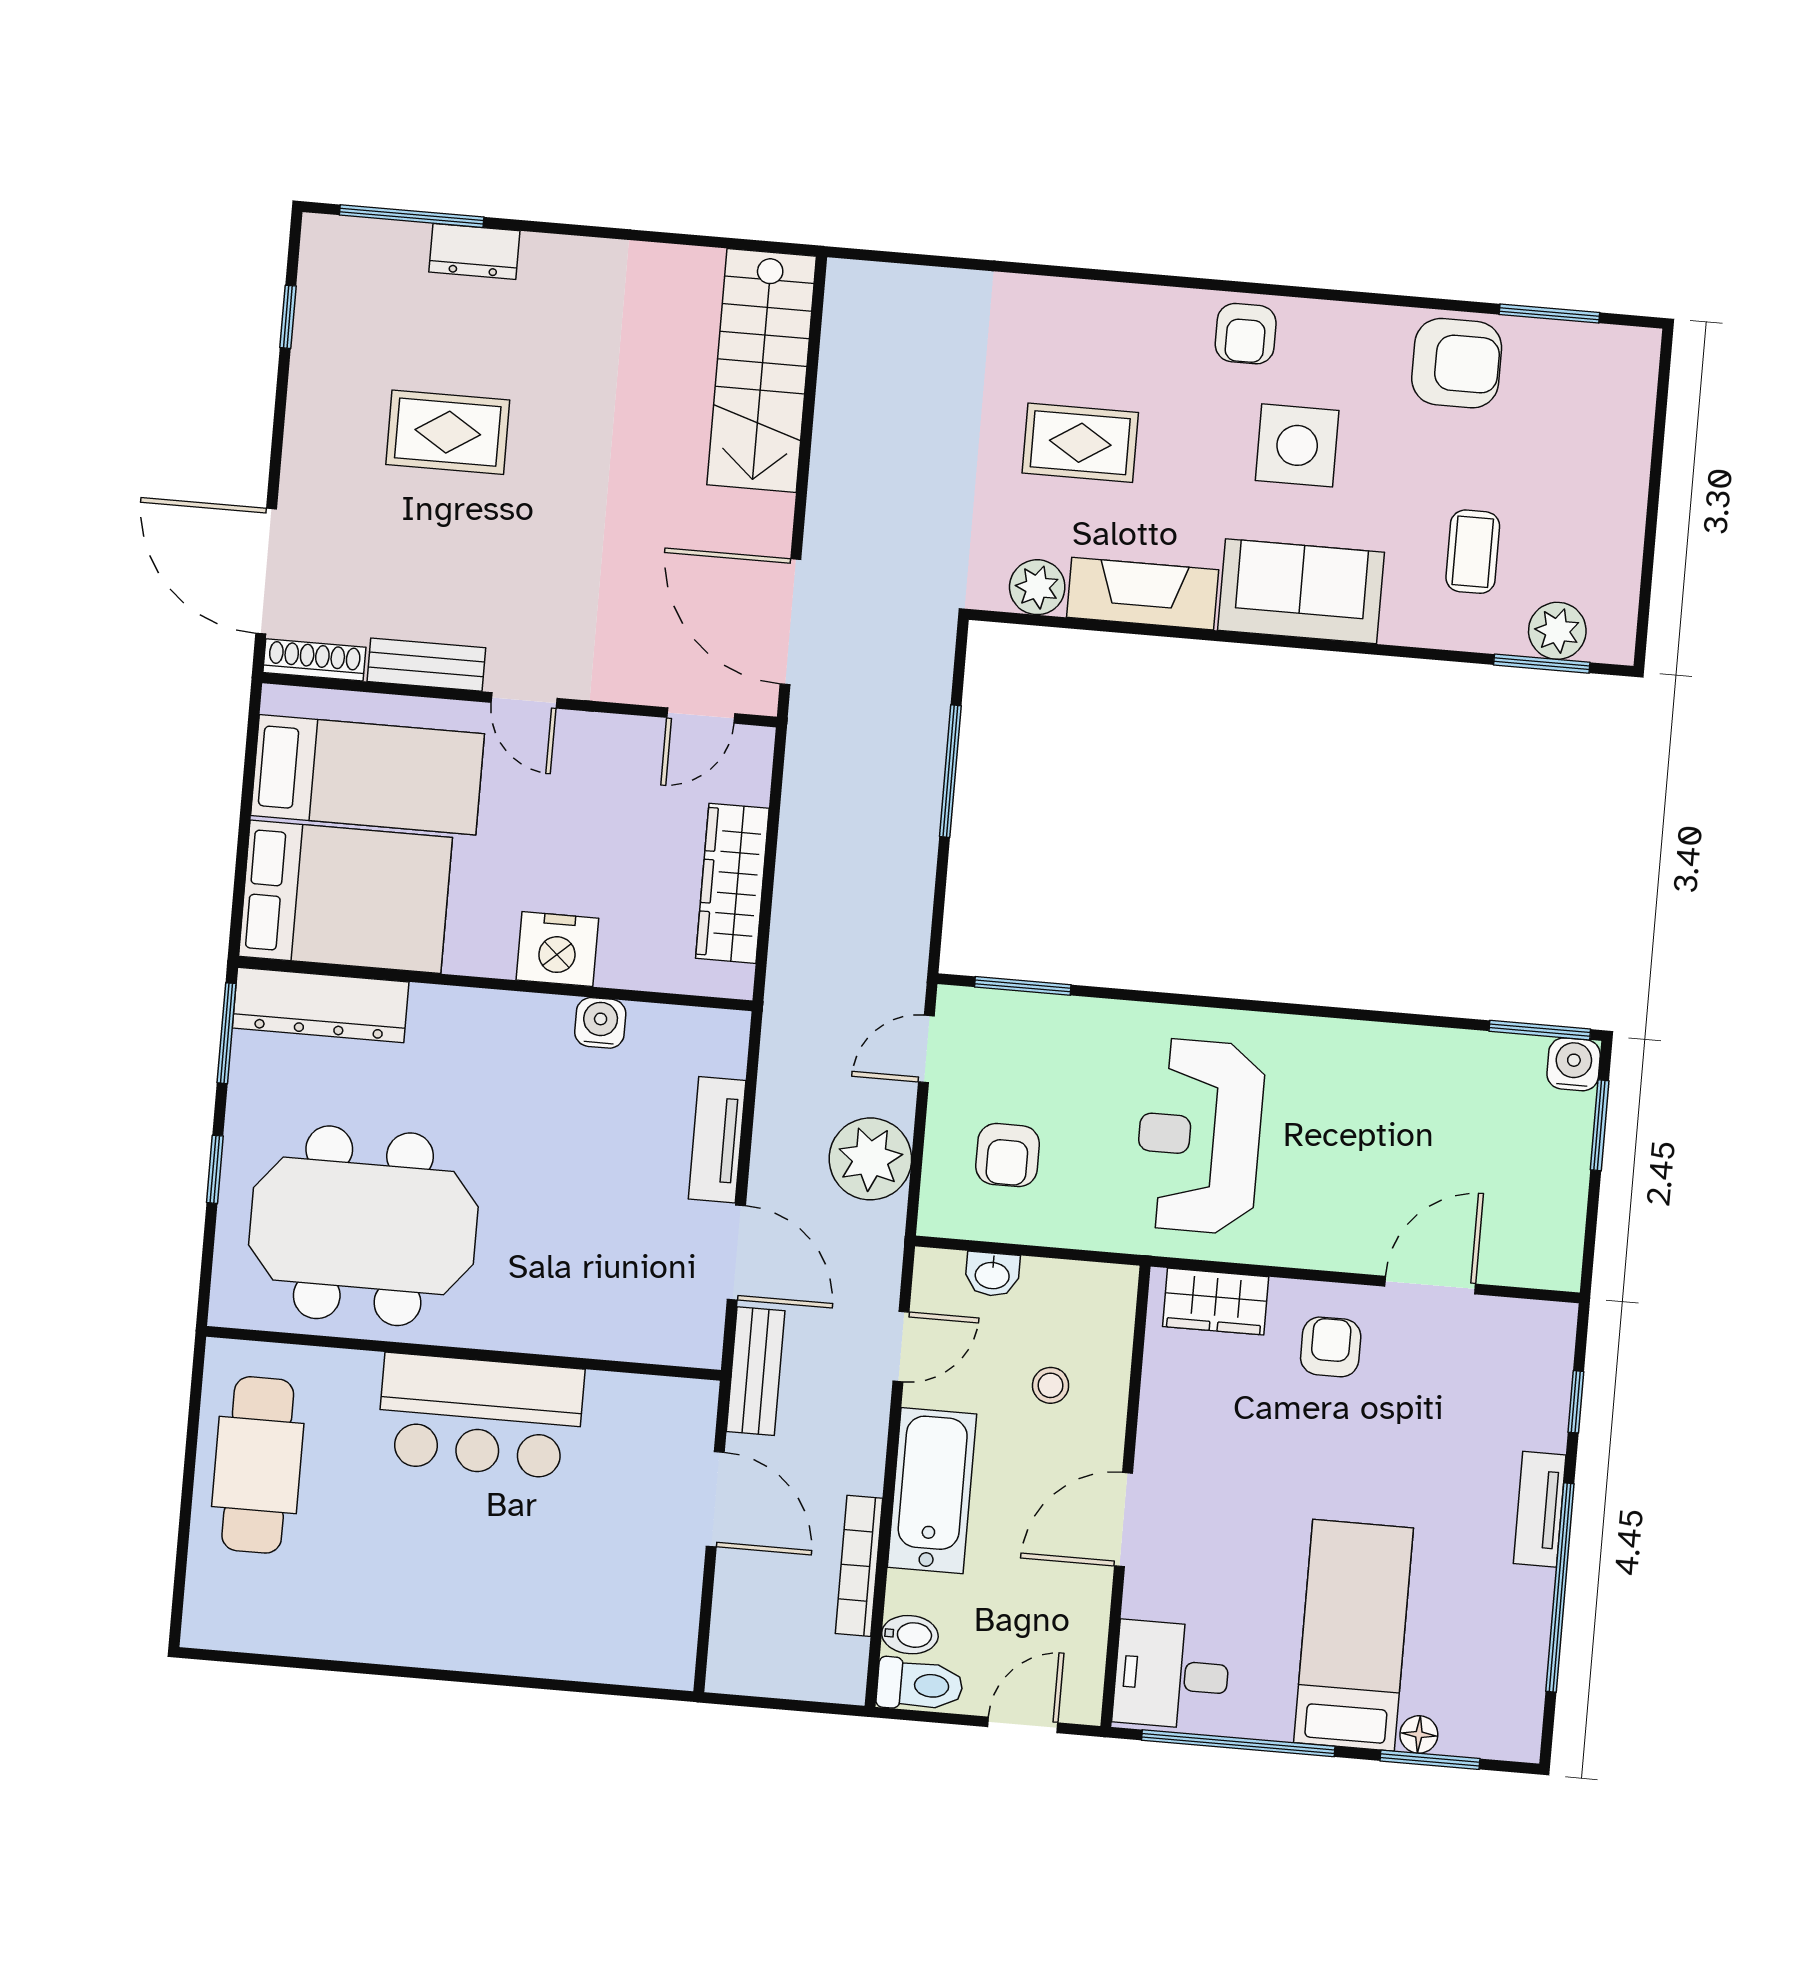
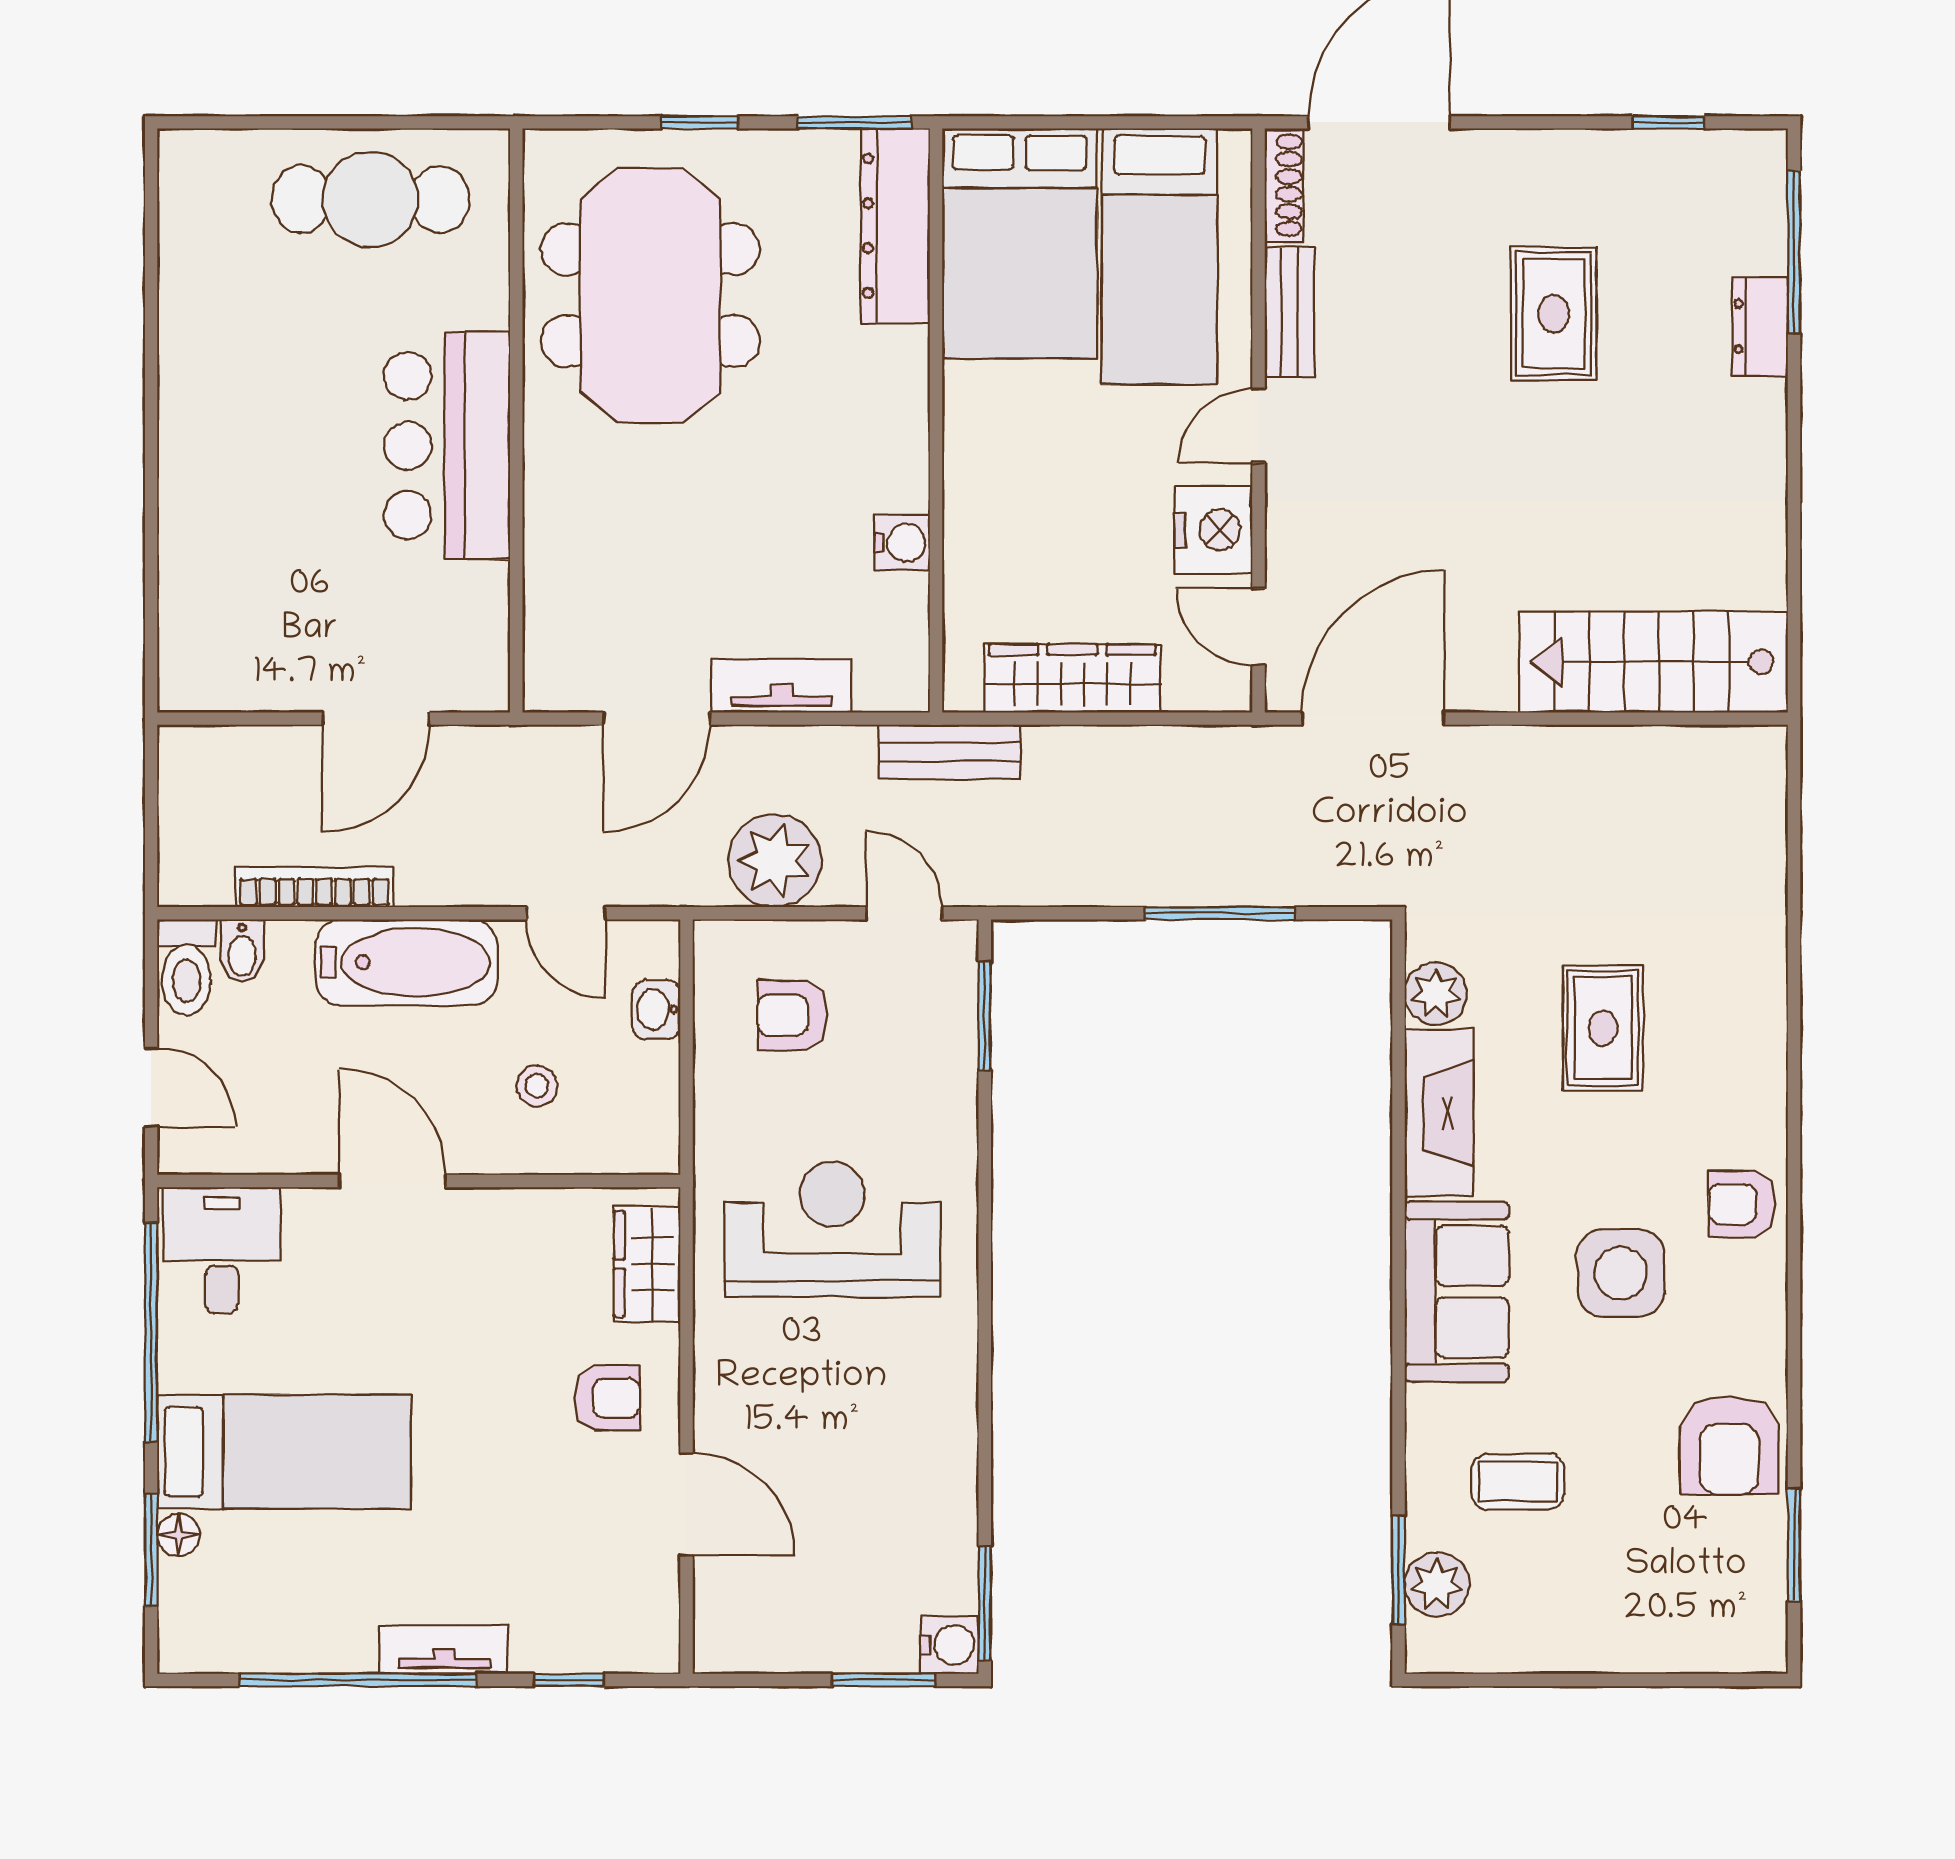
nightstand: (557, 949) -> (1213, 530), moved, turned 180
bench: (756, 1371) -> (950, 752), moved

